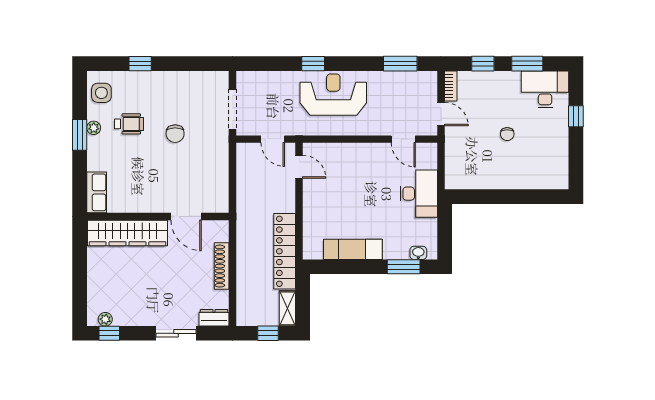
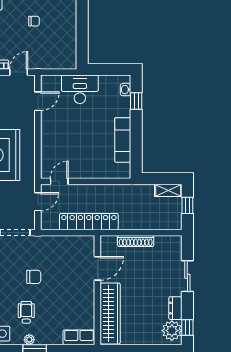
locker: (285, 251) -> (89, 222), moved, turned 180
window: (404, 267) -> (136, 101), width x0.67
dresser: (214, 318) -> (175, 308), moved
plant: (105, 319) -> (172, 331), width x1.88, depth x1.88

